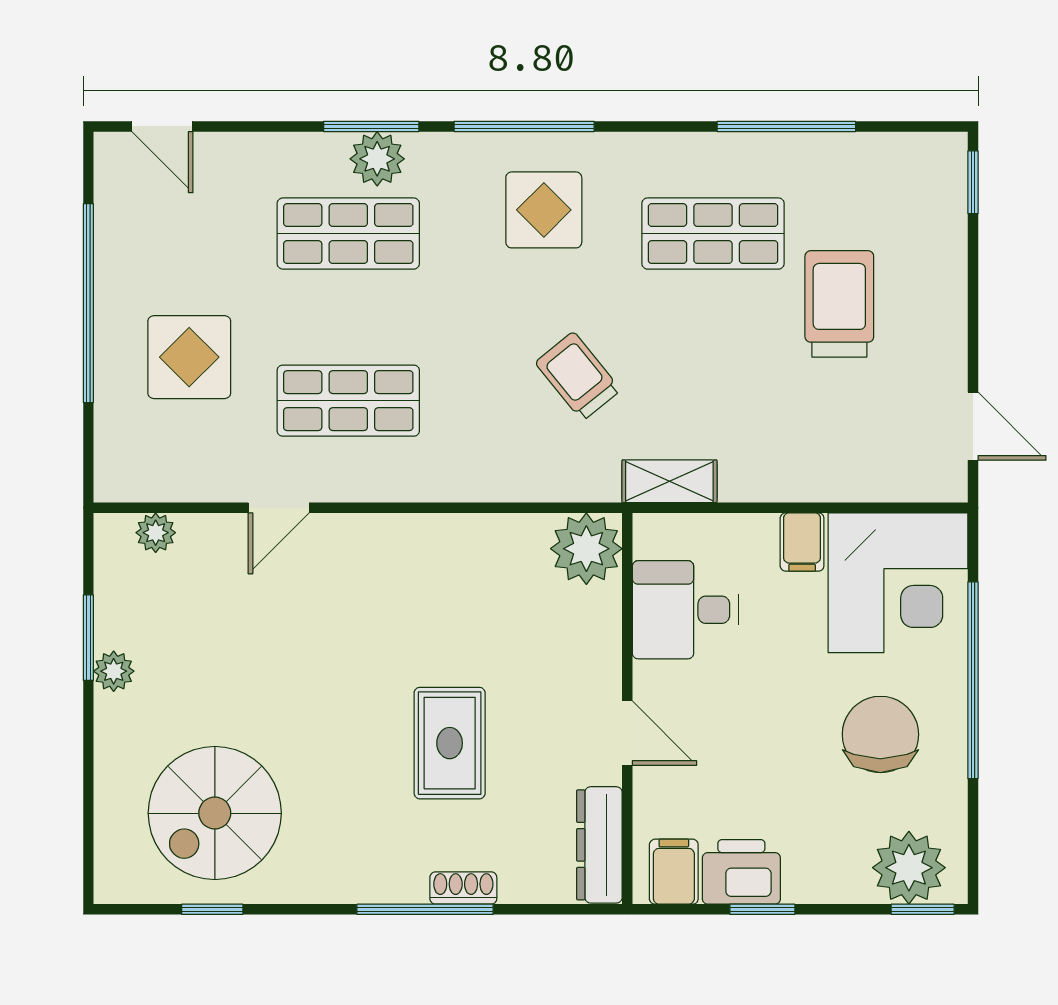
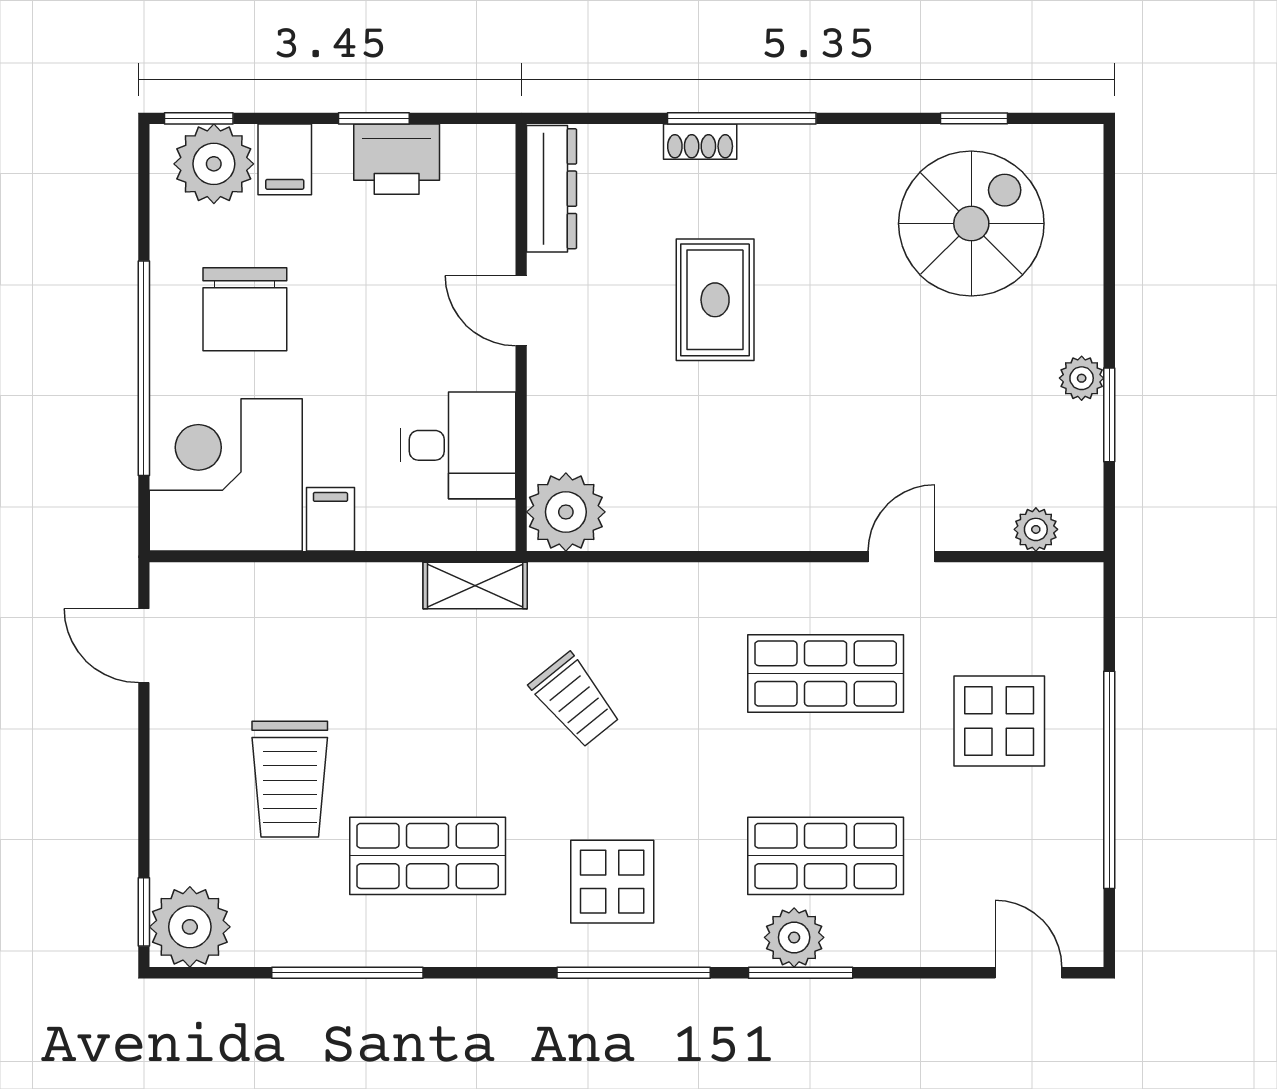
plant: (931, 168) -> (190, 927), added
filing cabinet: (674, 872) -> (285, 159), moved

